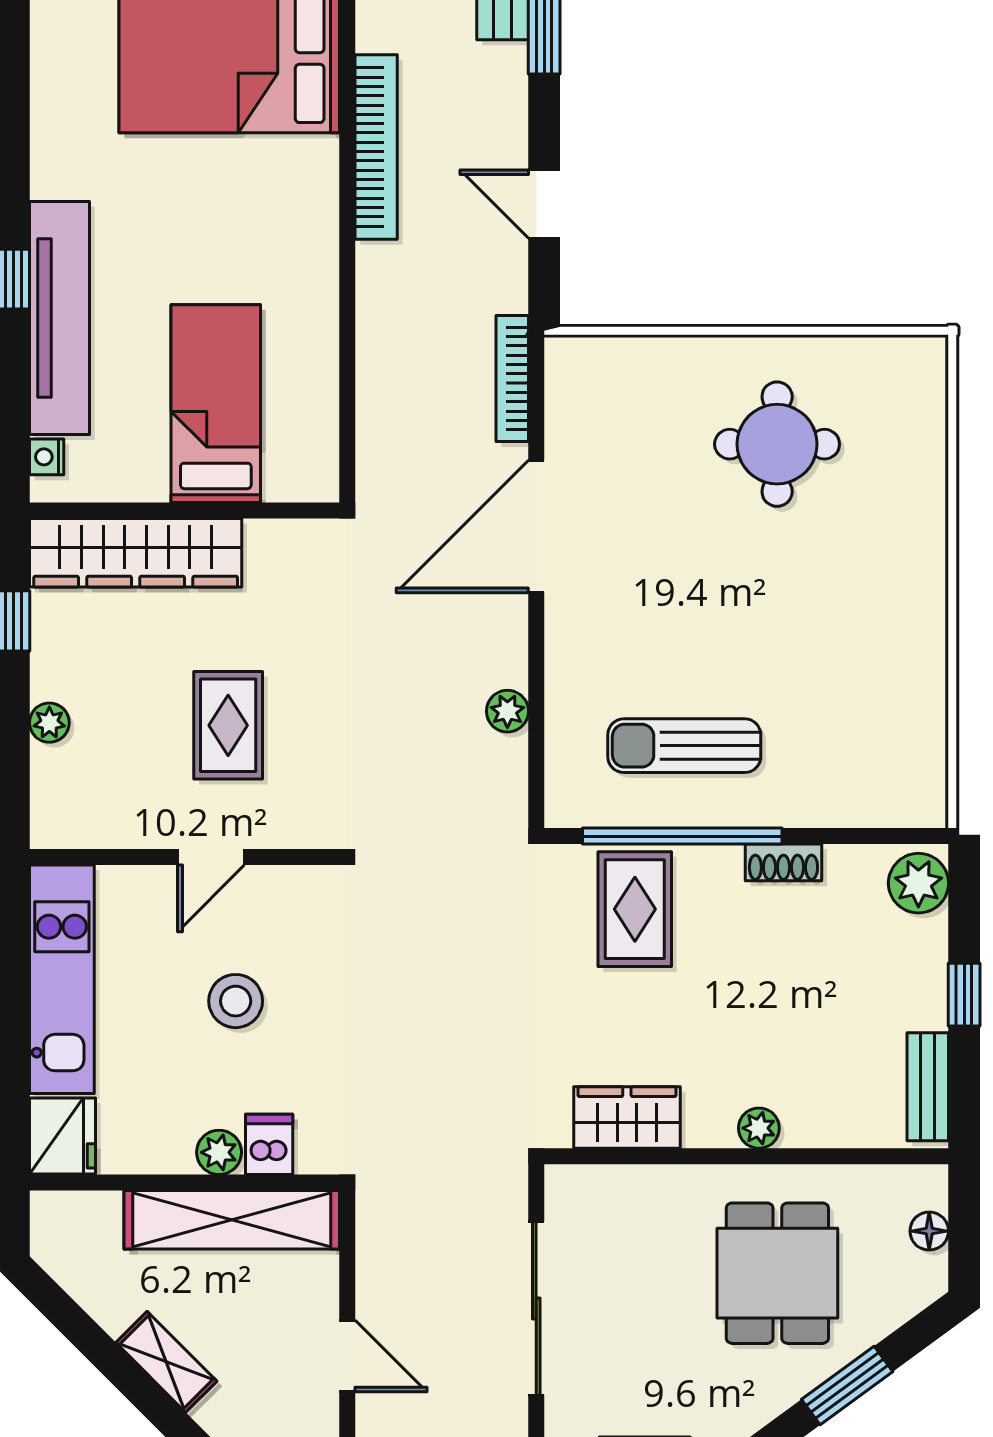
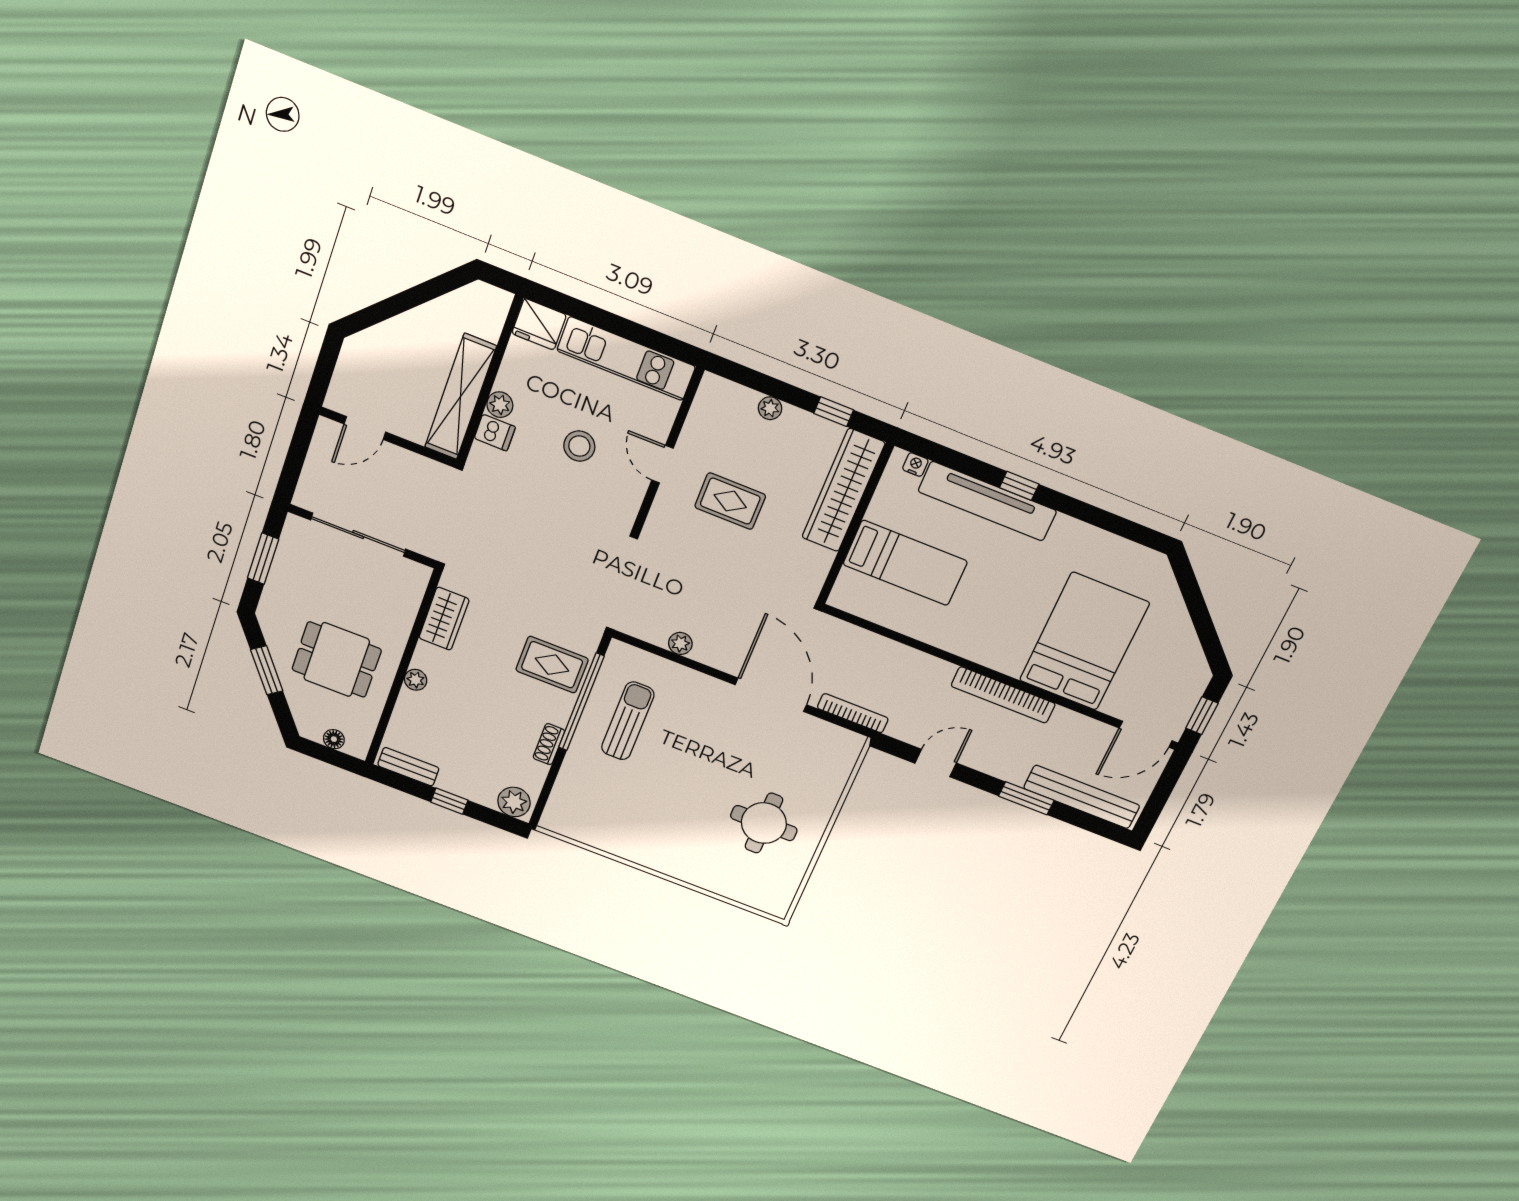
shelving: (166, 1362) -> (394, 331), removed

